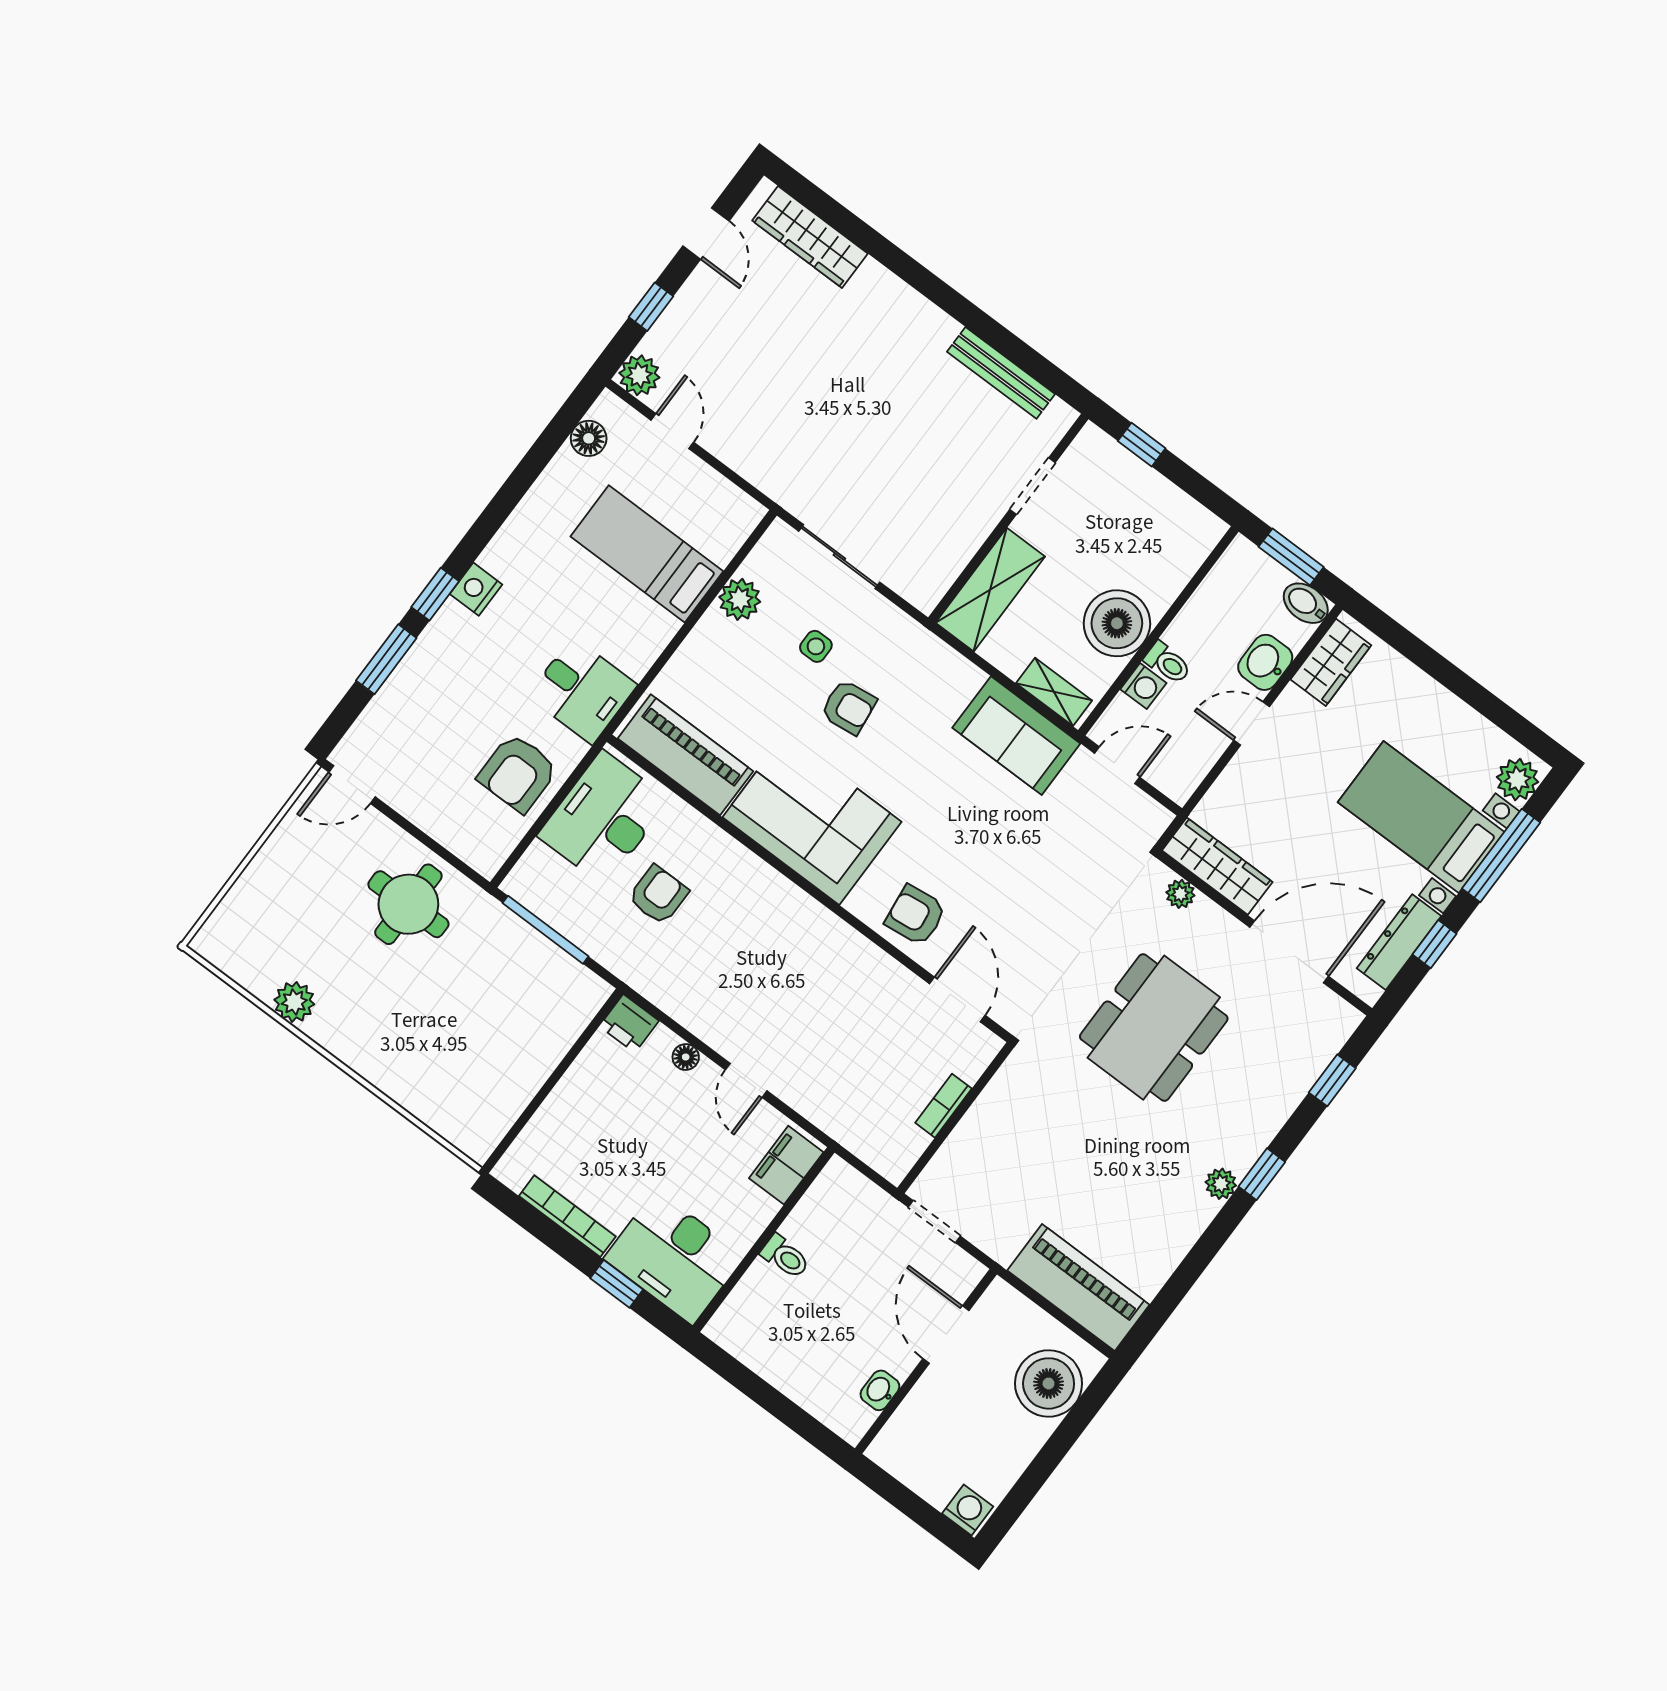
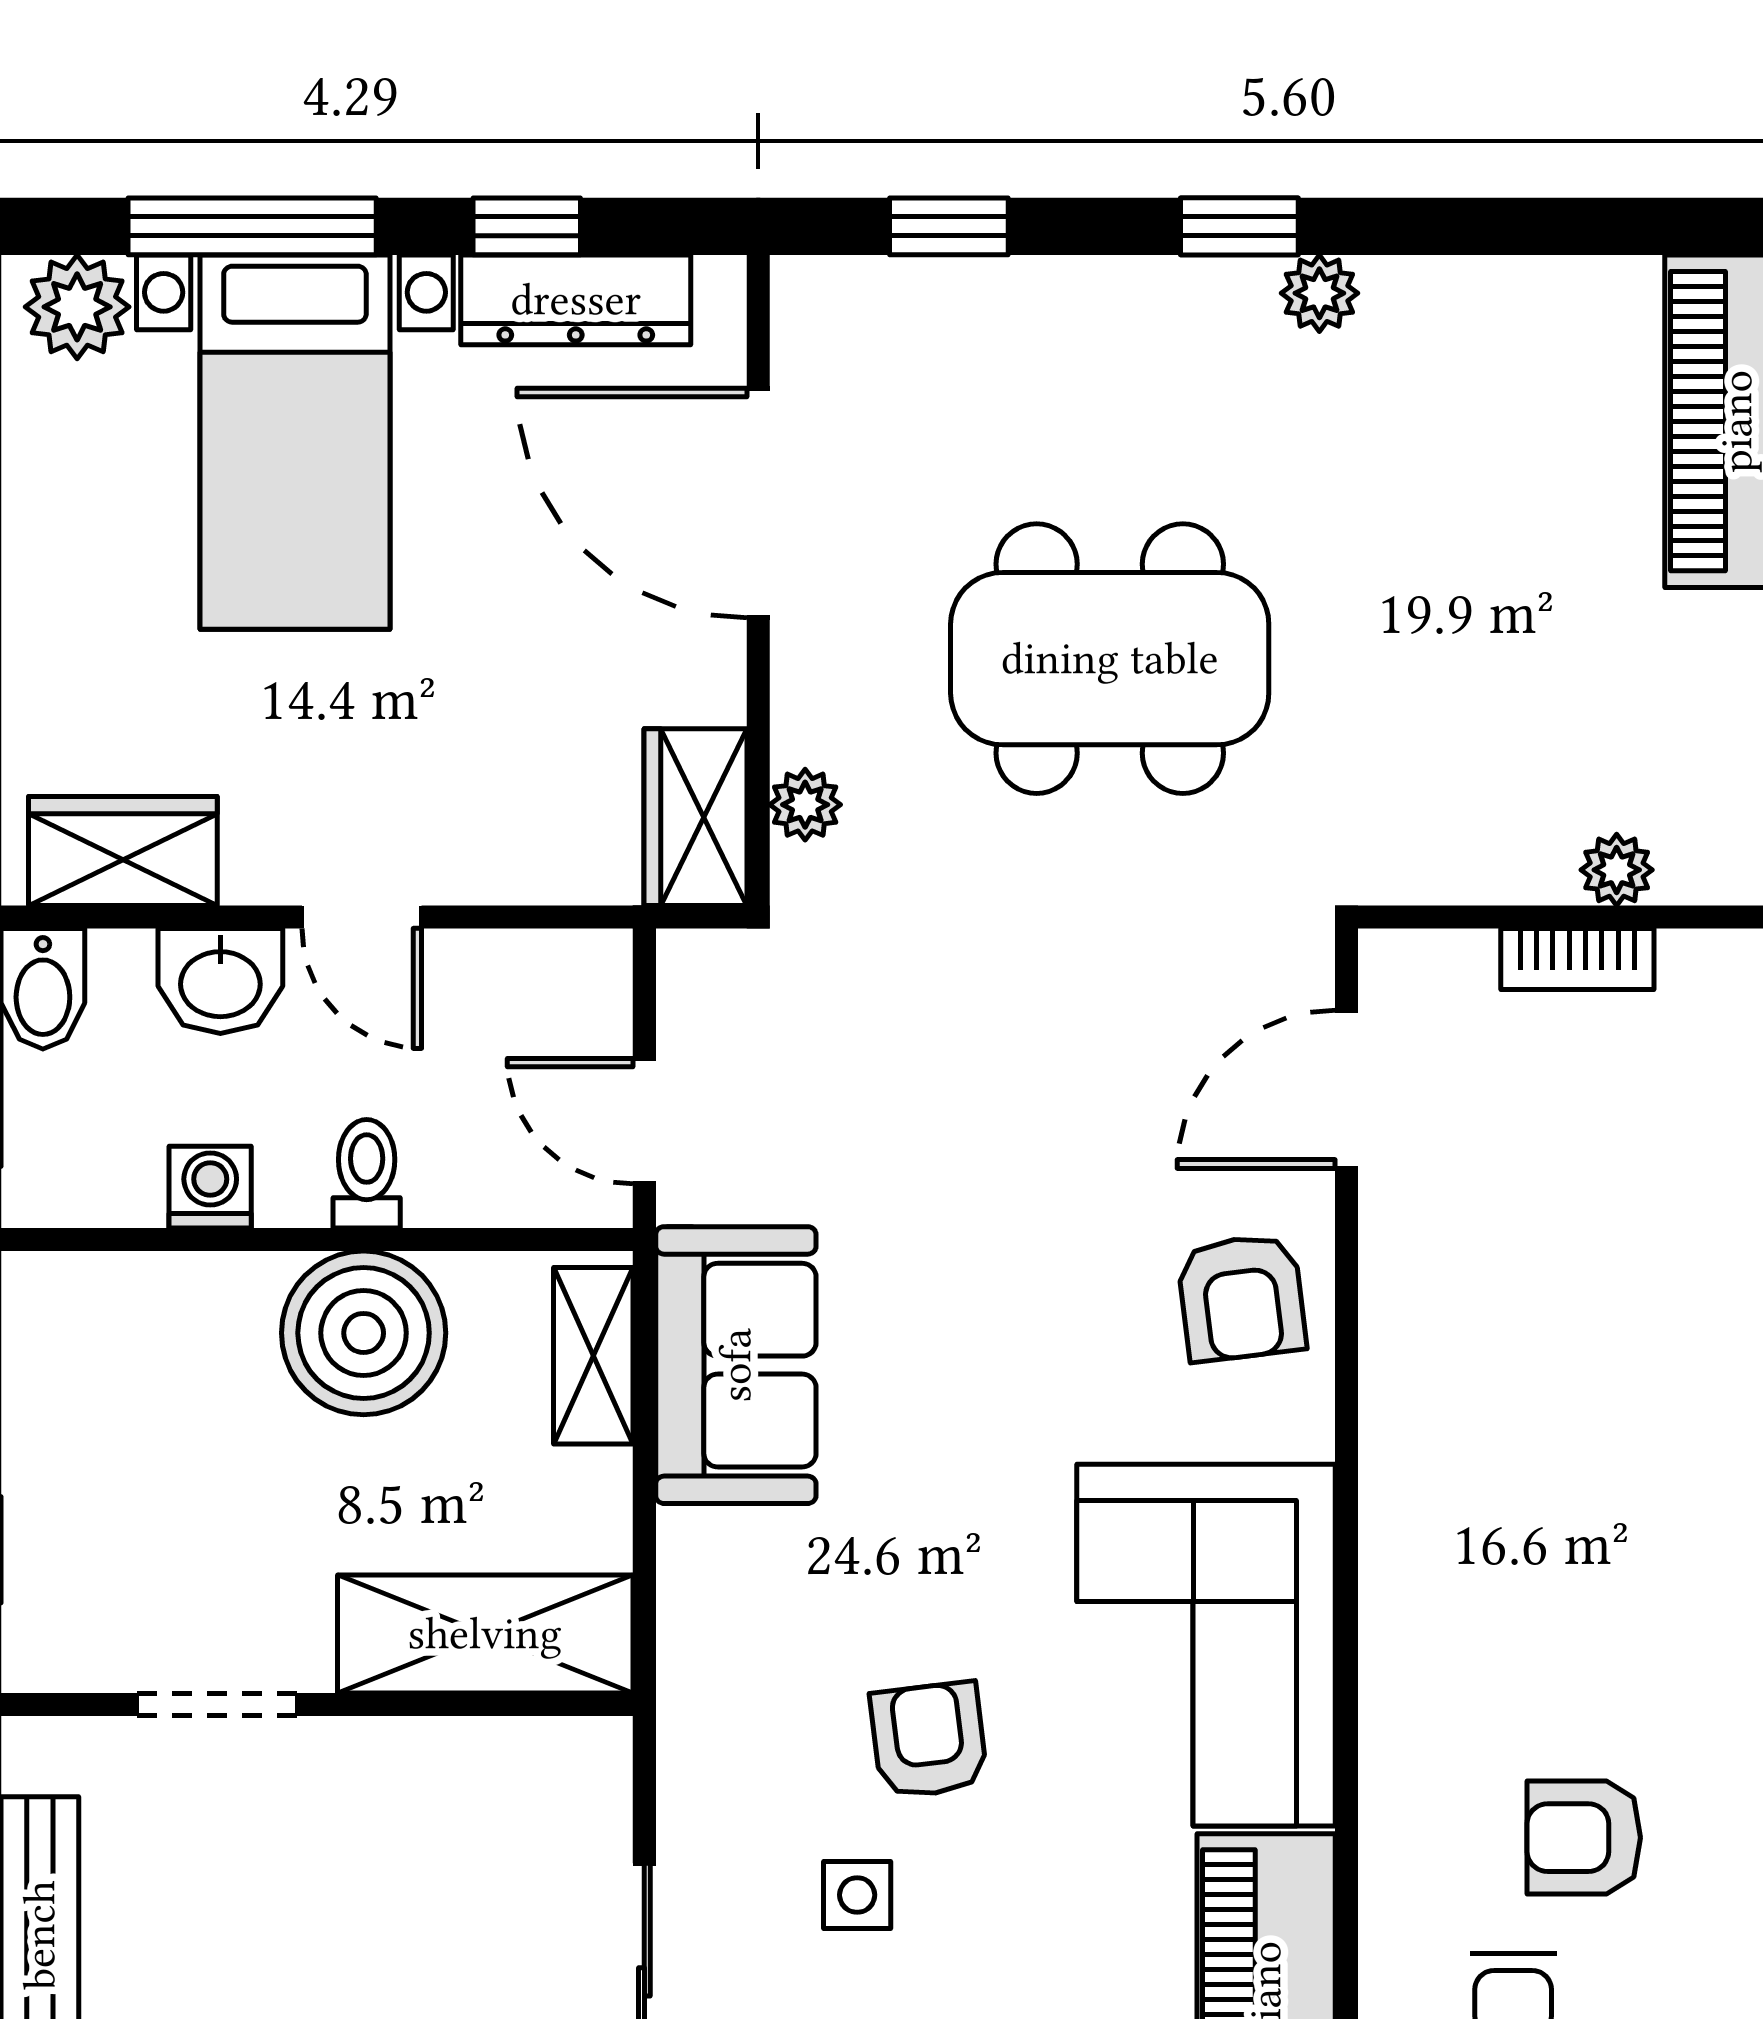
washing machine: (1143, 686) -> (210, 1187), moved
wardrobe: (1217, 866) -> (695, 817), width x0.67
plant: (963, 1140) -> (1617, 870), added

